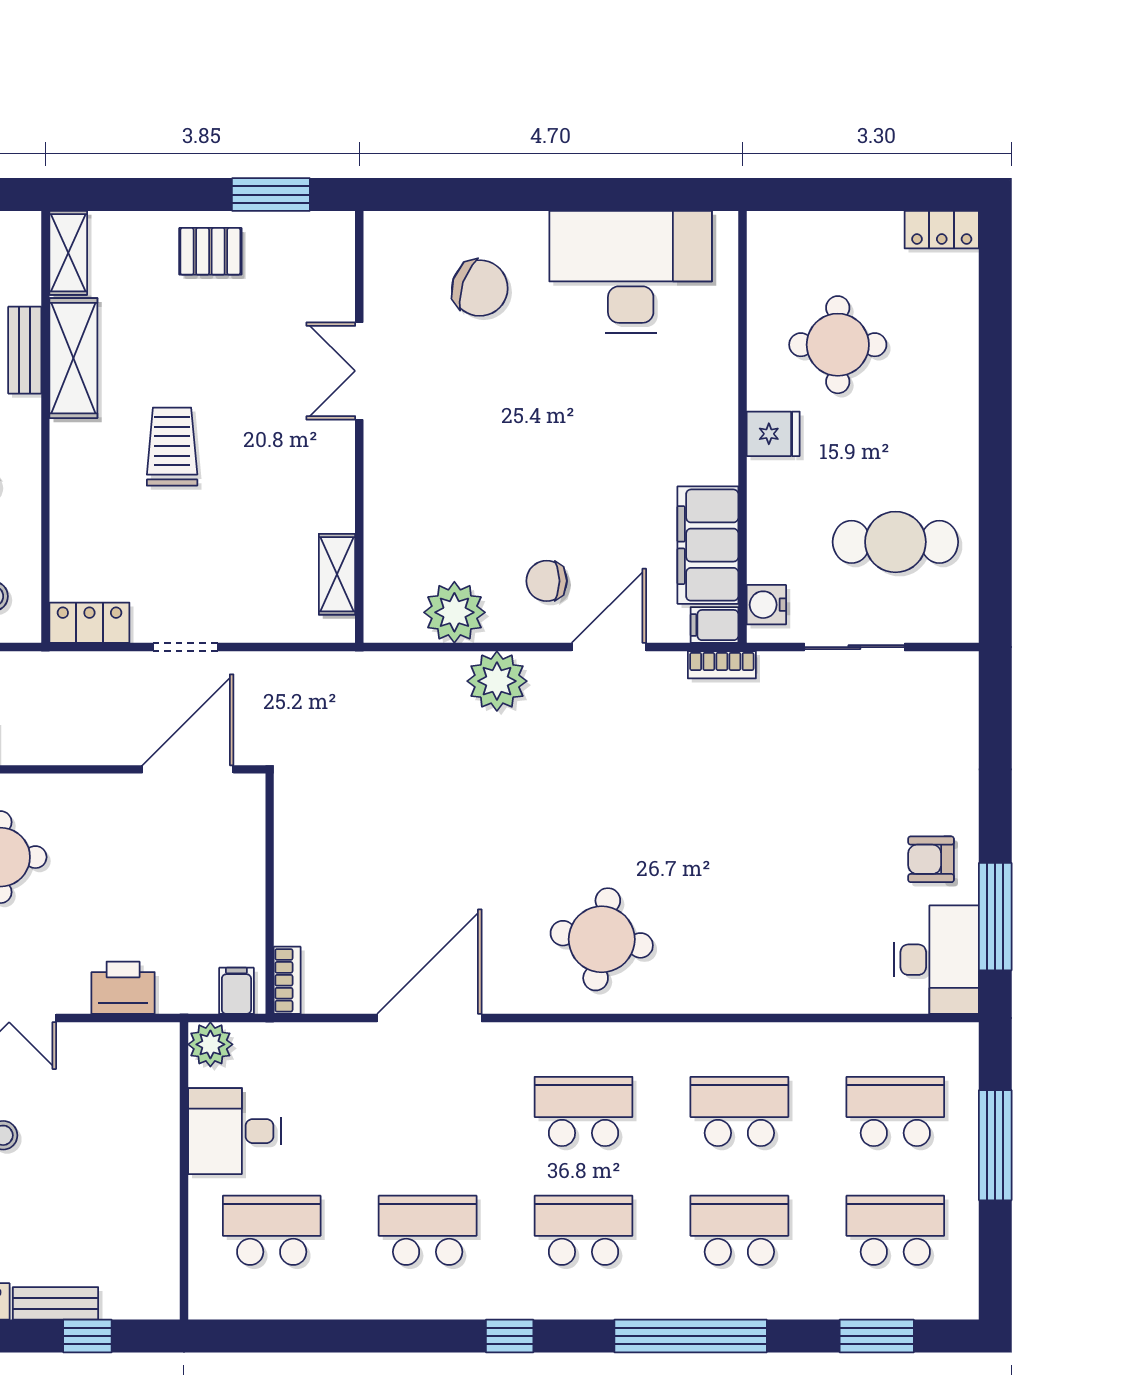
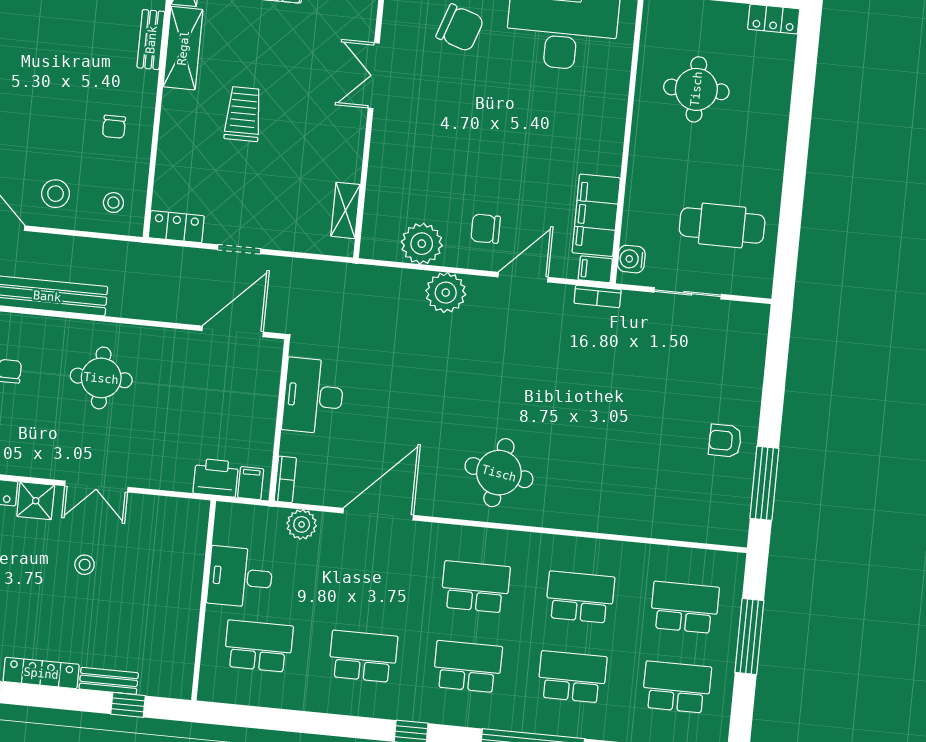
fridge: (773, 434) -> (647, 145), removed
desk: (936, 960) -> (313, 396), moved, turned 180
printer: (123, 988) -> (216, 478), moved
plant: (210, 1044) -> (302, 524), moved

